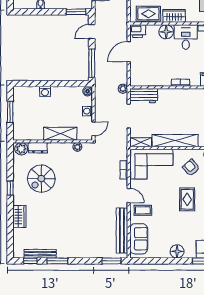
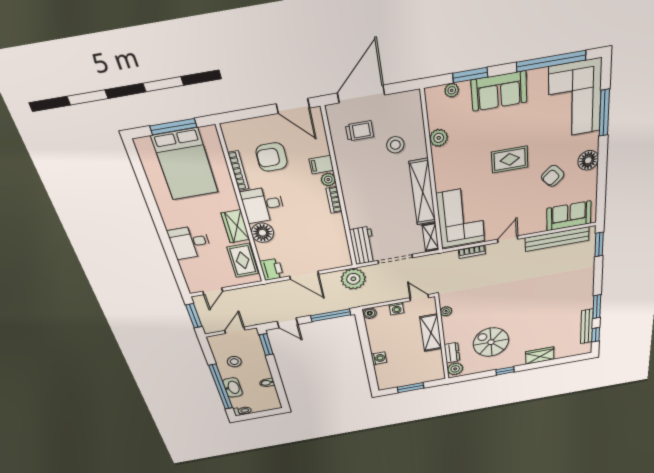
plant: (195, 82) -> (328, 180), added
plant: (123, 89) -> (353, 279), width x1.88, depth x1.88
armchair: (191, 168) -> (553, 176), moved
spiral stairs: (41, 179) -> (491, 342), turned 180
coffee table: (143, 210) -> (528, 218), removed

